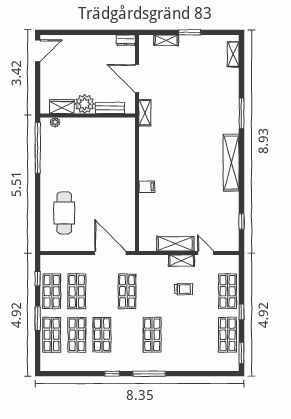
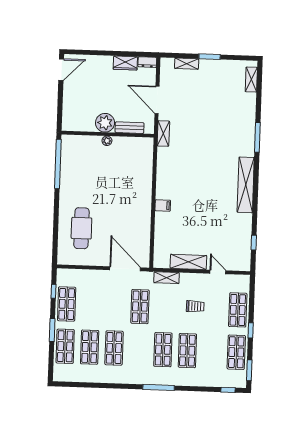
wardrobe: (62, 107) -> (125, 63), moved, turned 180
plant: (55, 122) -> (107, 141), moved
shelving: (181, 261) -> (167, 278), moved
shop shelf: (77, 291) -> (187, 351), moved
window: (112, 374) -> (228, 390), moved

